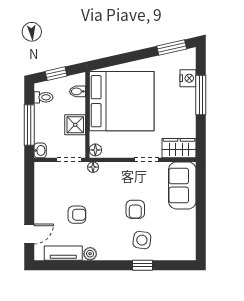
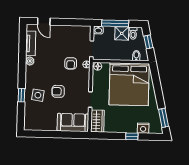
window: (201, 95) -> (132, 136), width x0.46
shower: (75, 125) -> (122, 33), moved
armchair: (77, 215) -> (71, 63), moved

